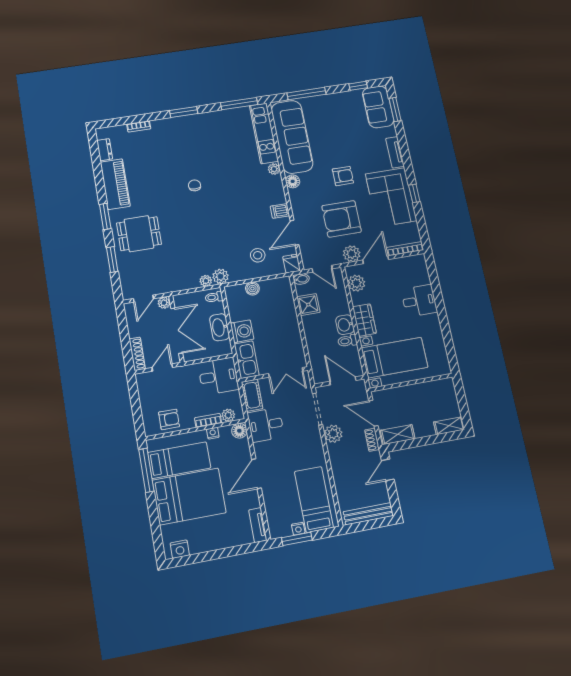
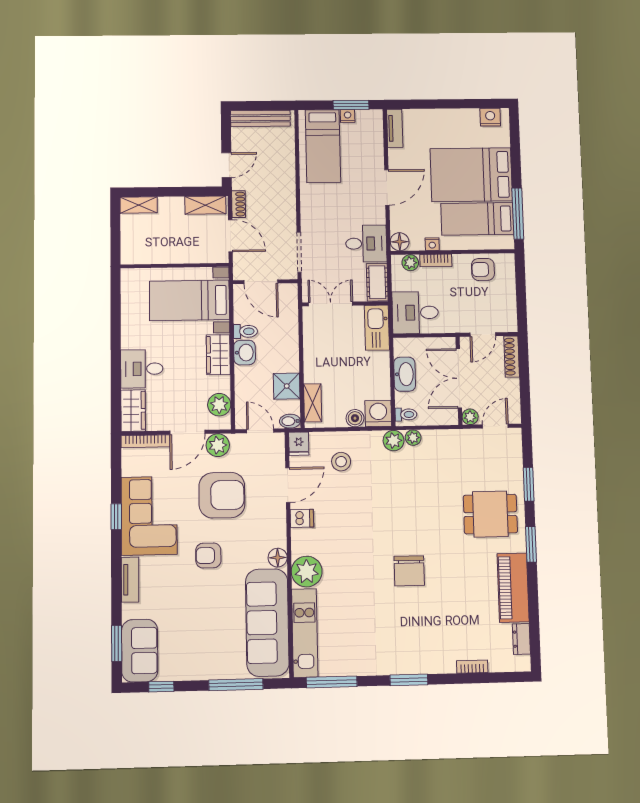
plant: (274, 169) -> (307, 572), width x1.88, depth x1.88
chair: (195, 185) -> (409, 571), width x1.87, depth x1.87
wardrobe: (419, 269) -> (133, 411), added
shelving: (287, 295) -> (313, 403), added
washing machine: (242, 331) -> (378, 413), moved, turned 90
plant: (333, 434) -> (285, 219), removed

